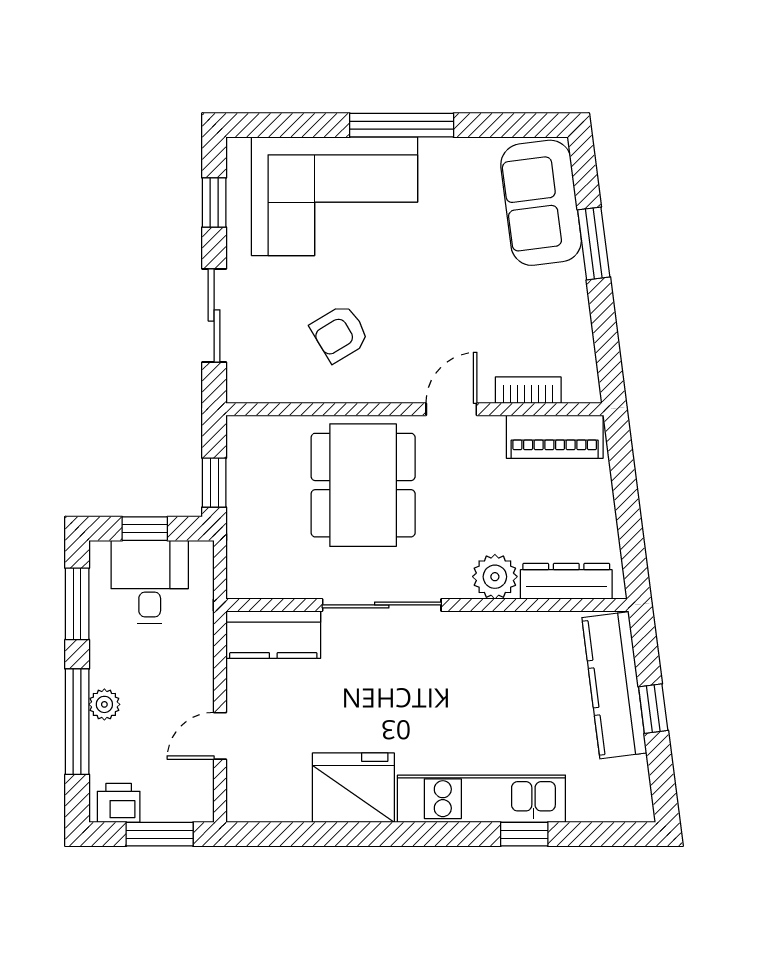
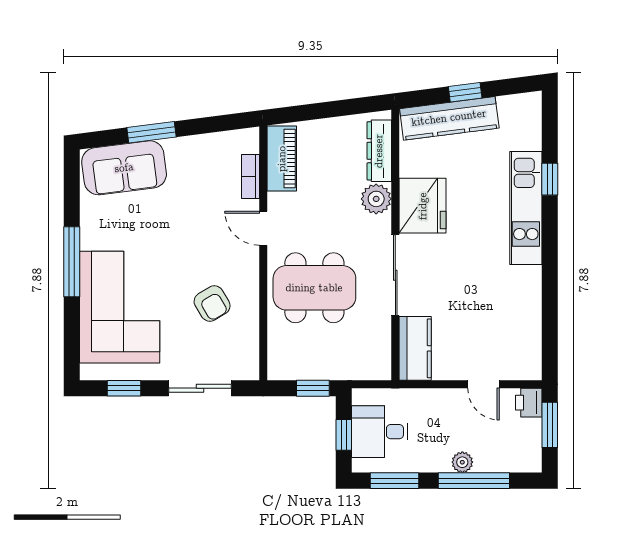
fridge: (353, 788) -> (423, 206), moved, turned 180
printer: (119, 803) -> (529, 403), moved

